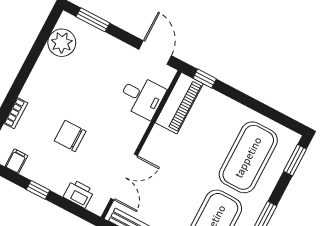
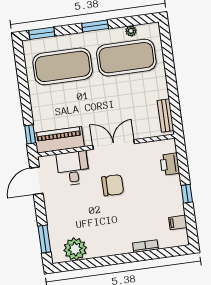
chair: (70, 136) -> (113, 185), moved, turned -90
double door: (124, 177) -> (114, 145), moved

